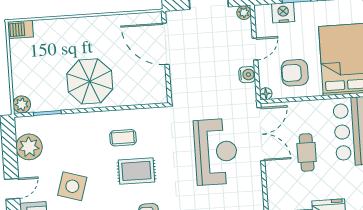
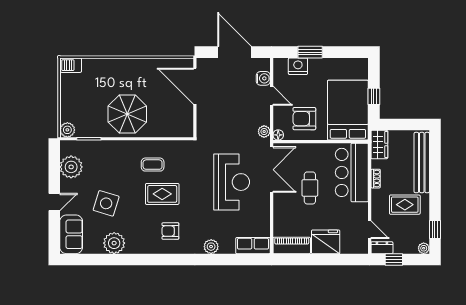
plant: (244, 13) -> (264, 131), moved
door: (255, 49) -> (272, 96), hinge flipped
water cooler: (247, 75) -> (263, 78), moved

